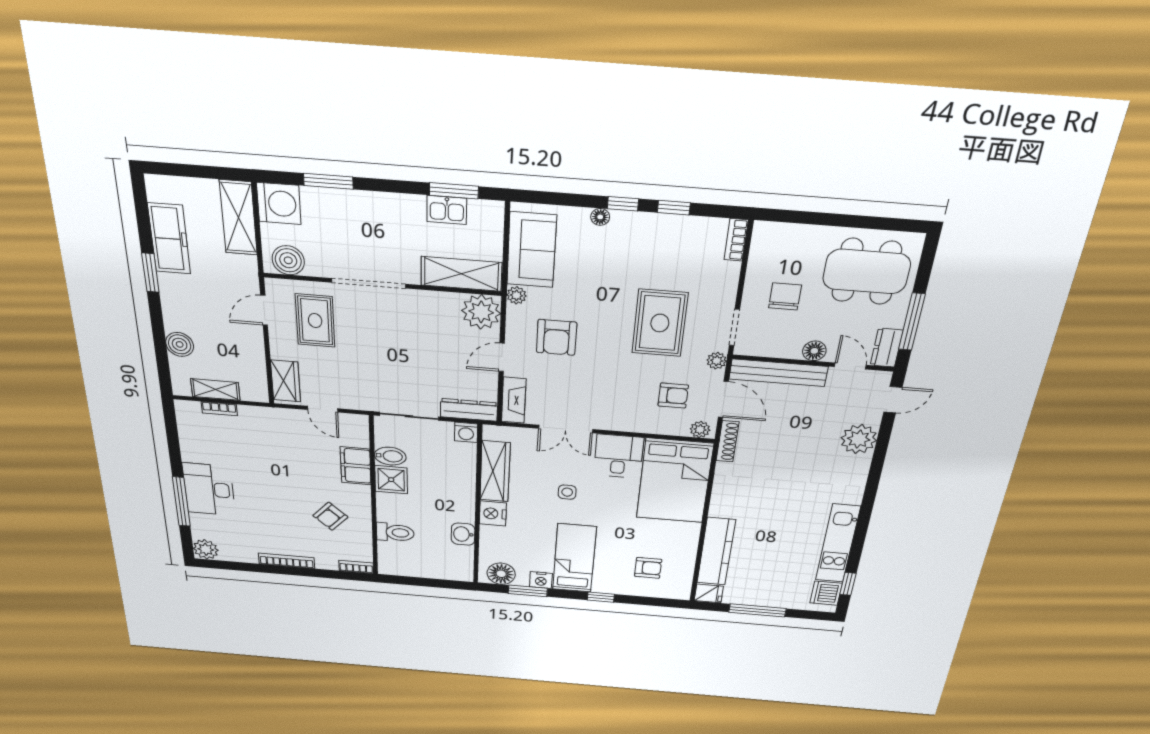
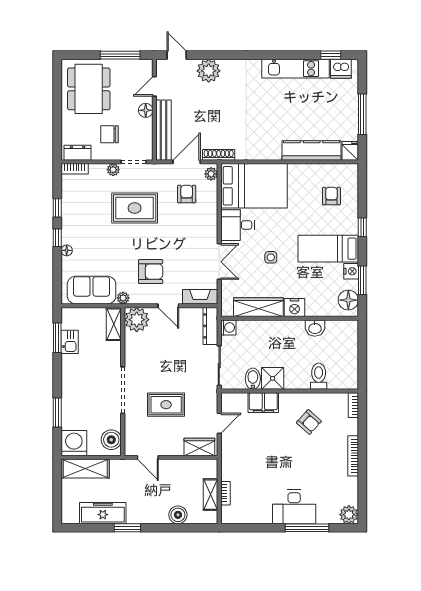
shelving: (461, 274) -> (114, 324), width x0.67, depth x0.75
rug: (315, 321) -> (166, 405), moved
dresser: (887, 348) -> (78, 153), moved, turned 180
plant: (717, 361) -> (113, 170), moved

